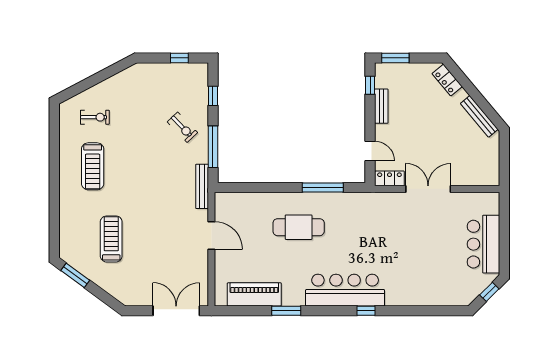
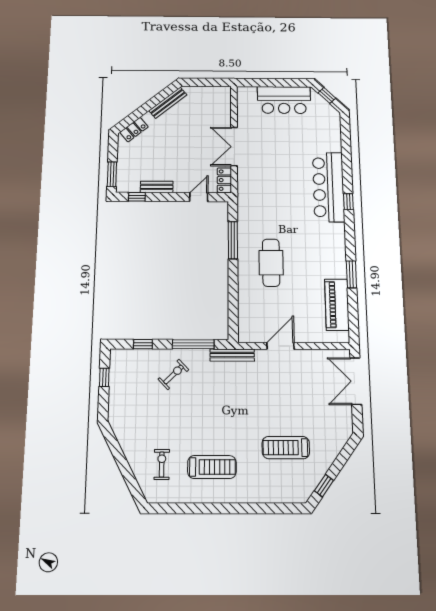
window: (75, 275) -> (324, 486), width x0.67
bar counter: (345, 290) -> (329, 187), moved

